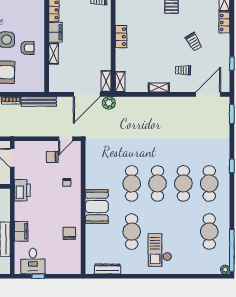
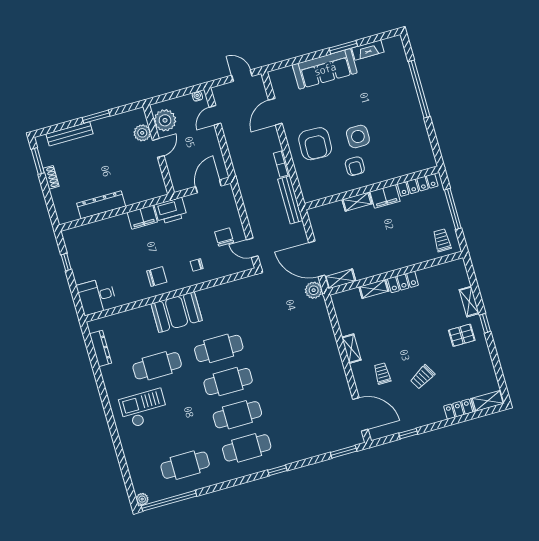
shelving: (120, 82) -> (374, 289), moved
filing cabinet: (21, 231) -> (142, 217), moved
chair: (69, 233) -> (157, 277), moved
desk: (33, 261) -> (97, 296), moved

